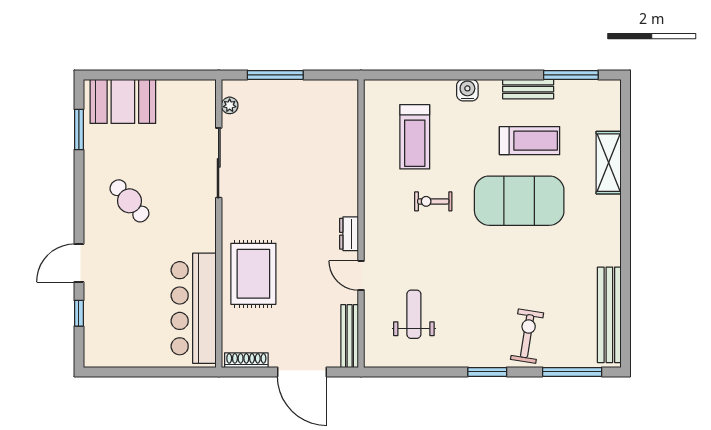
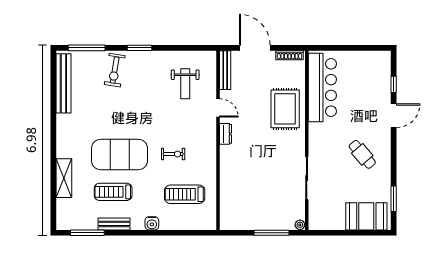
plant: (230, 105) -> (300, 225), moved
treadmill: (415, 137) -> (185, 194), turned -90

